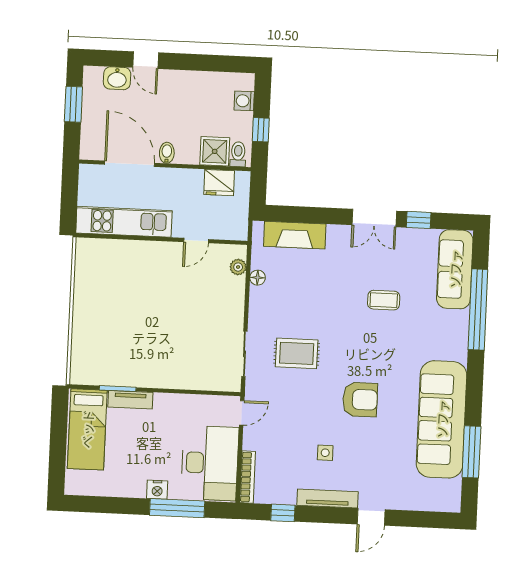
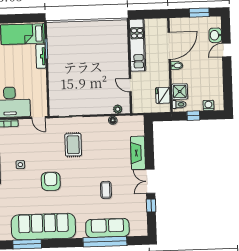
fireplace: (295, 235) -> (138, 153), moved
sofa: (455, 269) -> (107, 228), moved
armchair: (360, 400) -> (51, 181), turned 180

